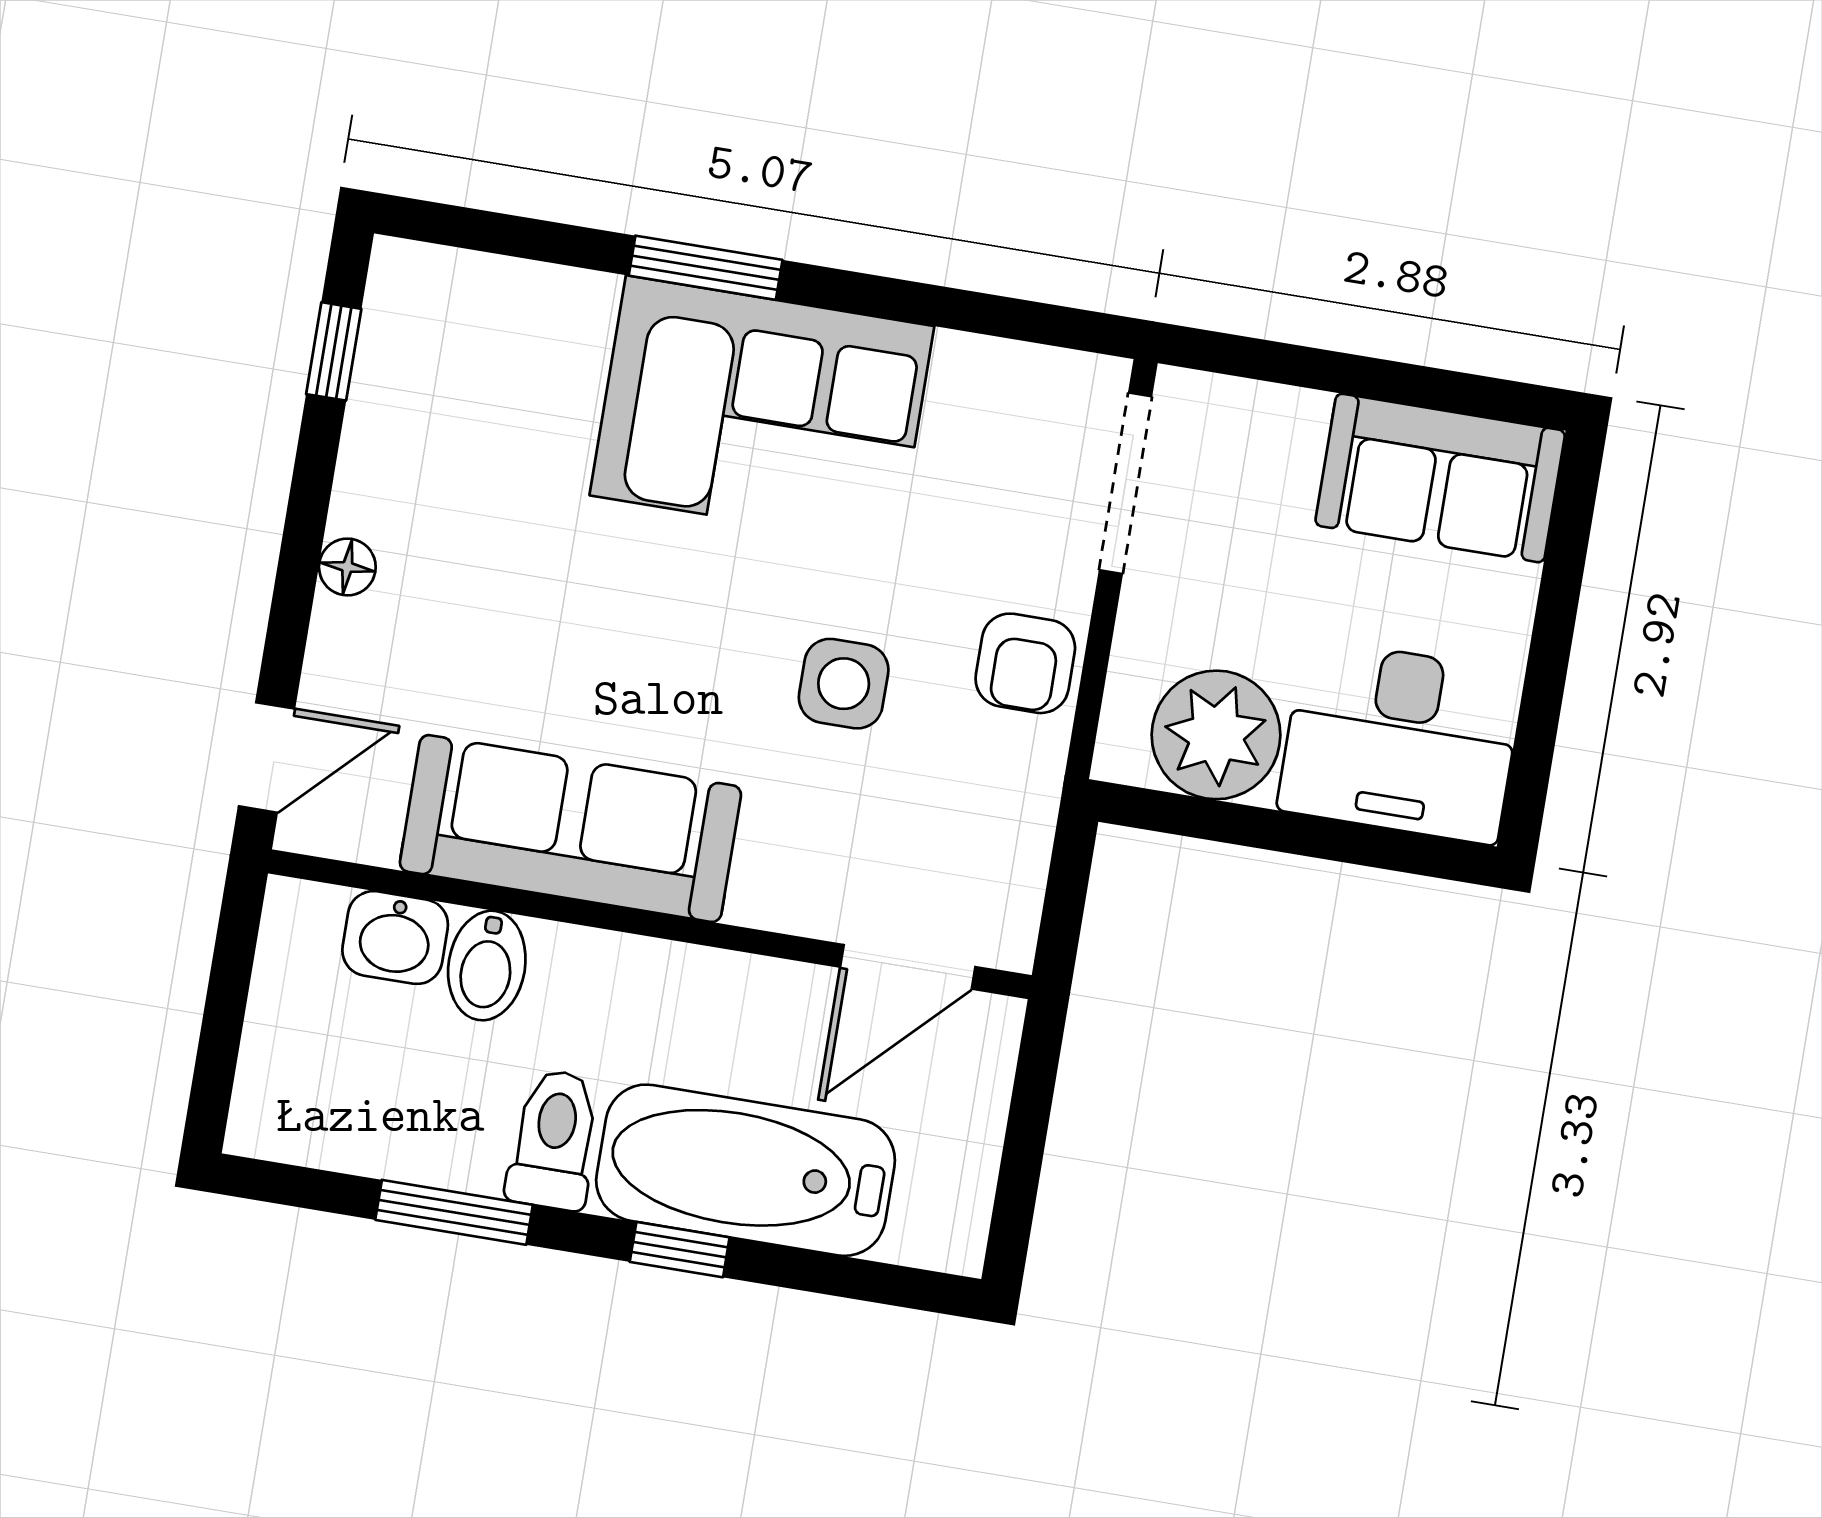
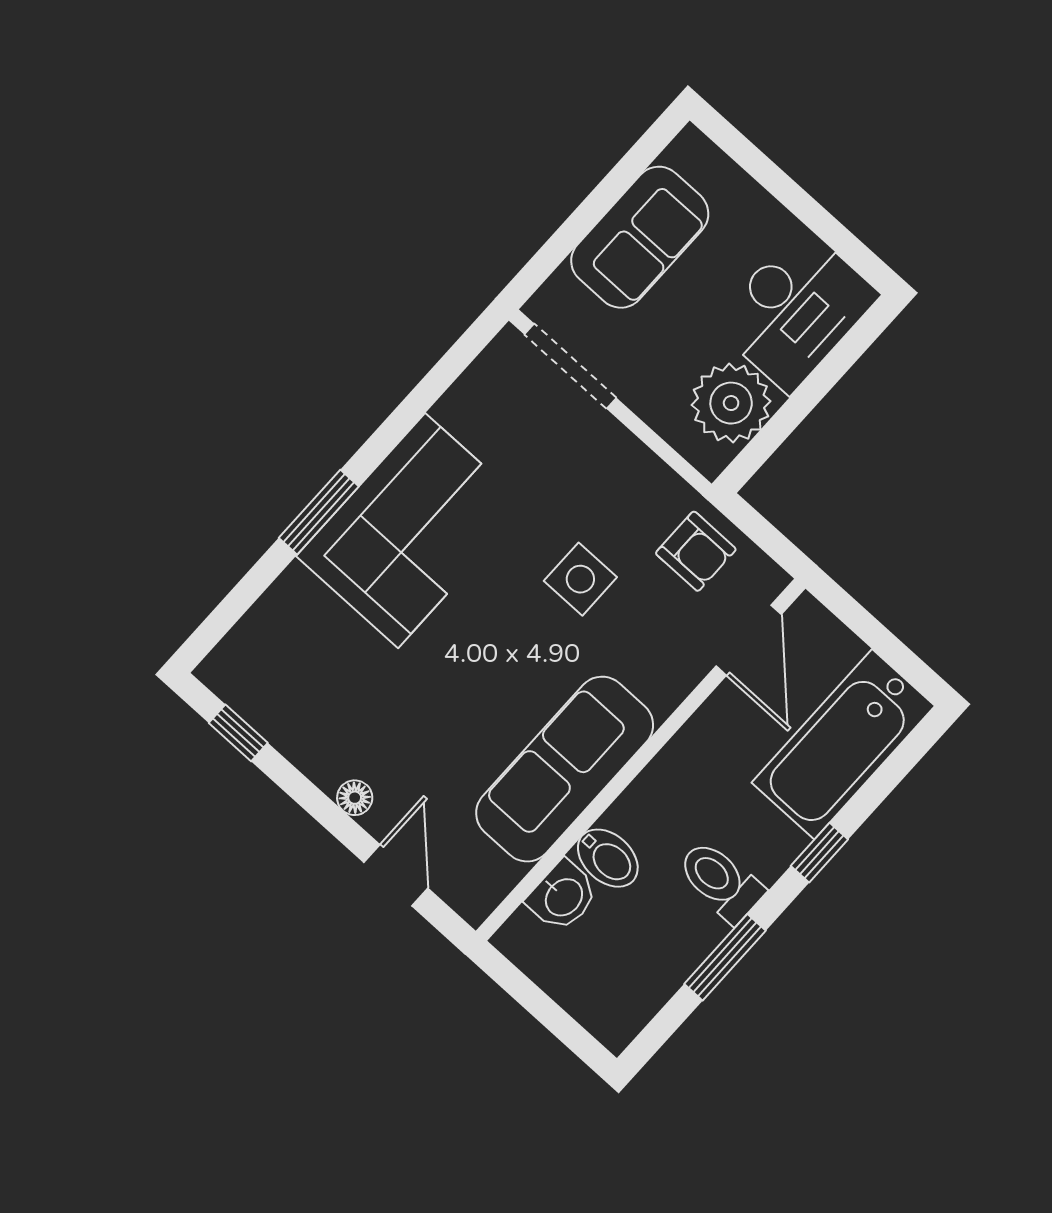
sofa: (1440, 478) -> (640, 237), moved
armchair: (1025, 663) -> (696, 551), moved
door: (267, 757) -> (396, 875), moved
bathtub: (746, 1170) -> (843, 744), moved

